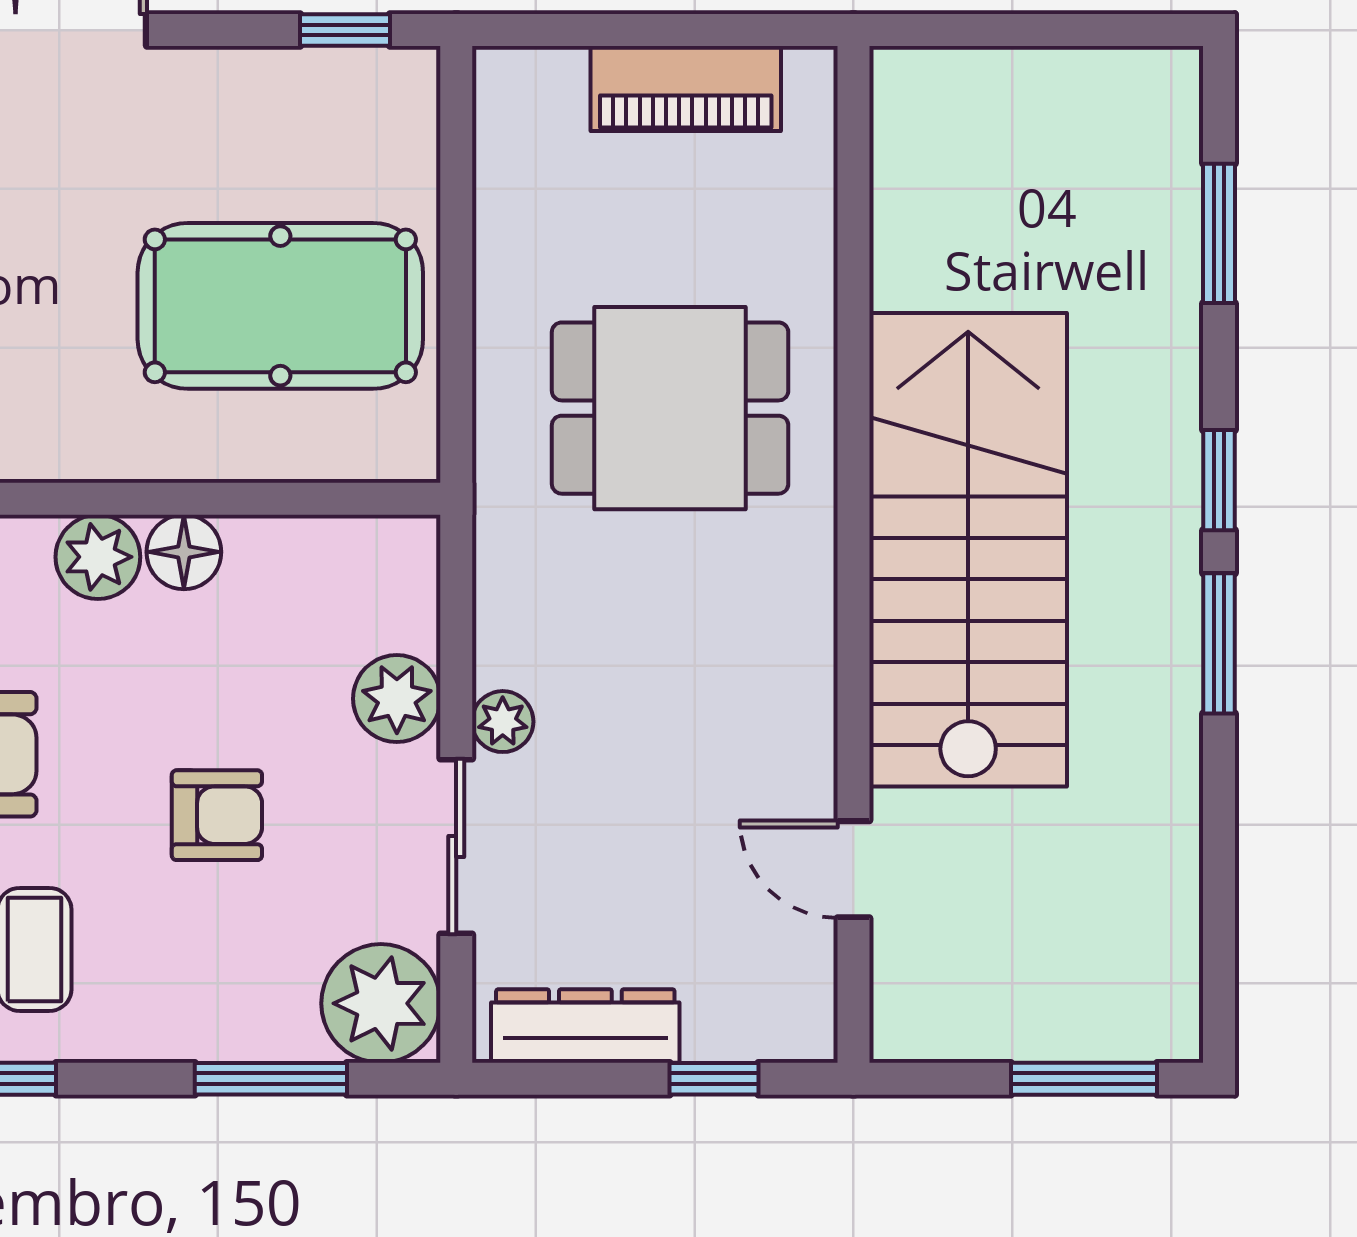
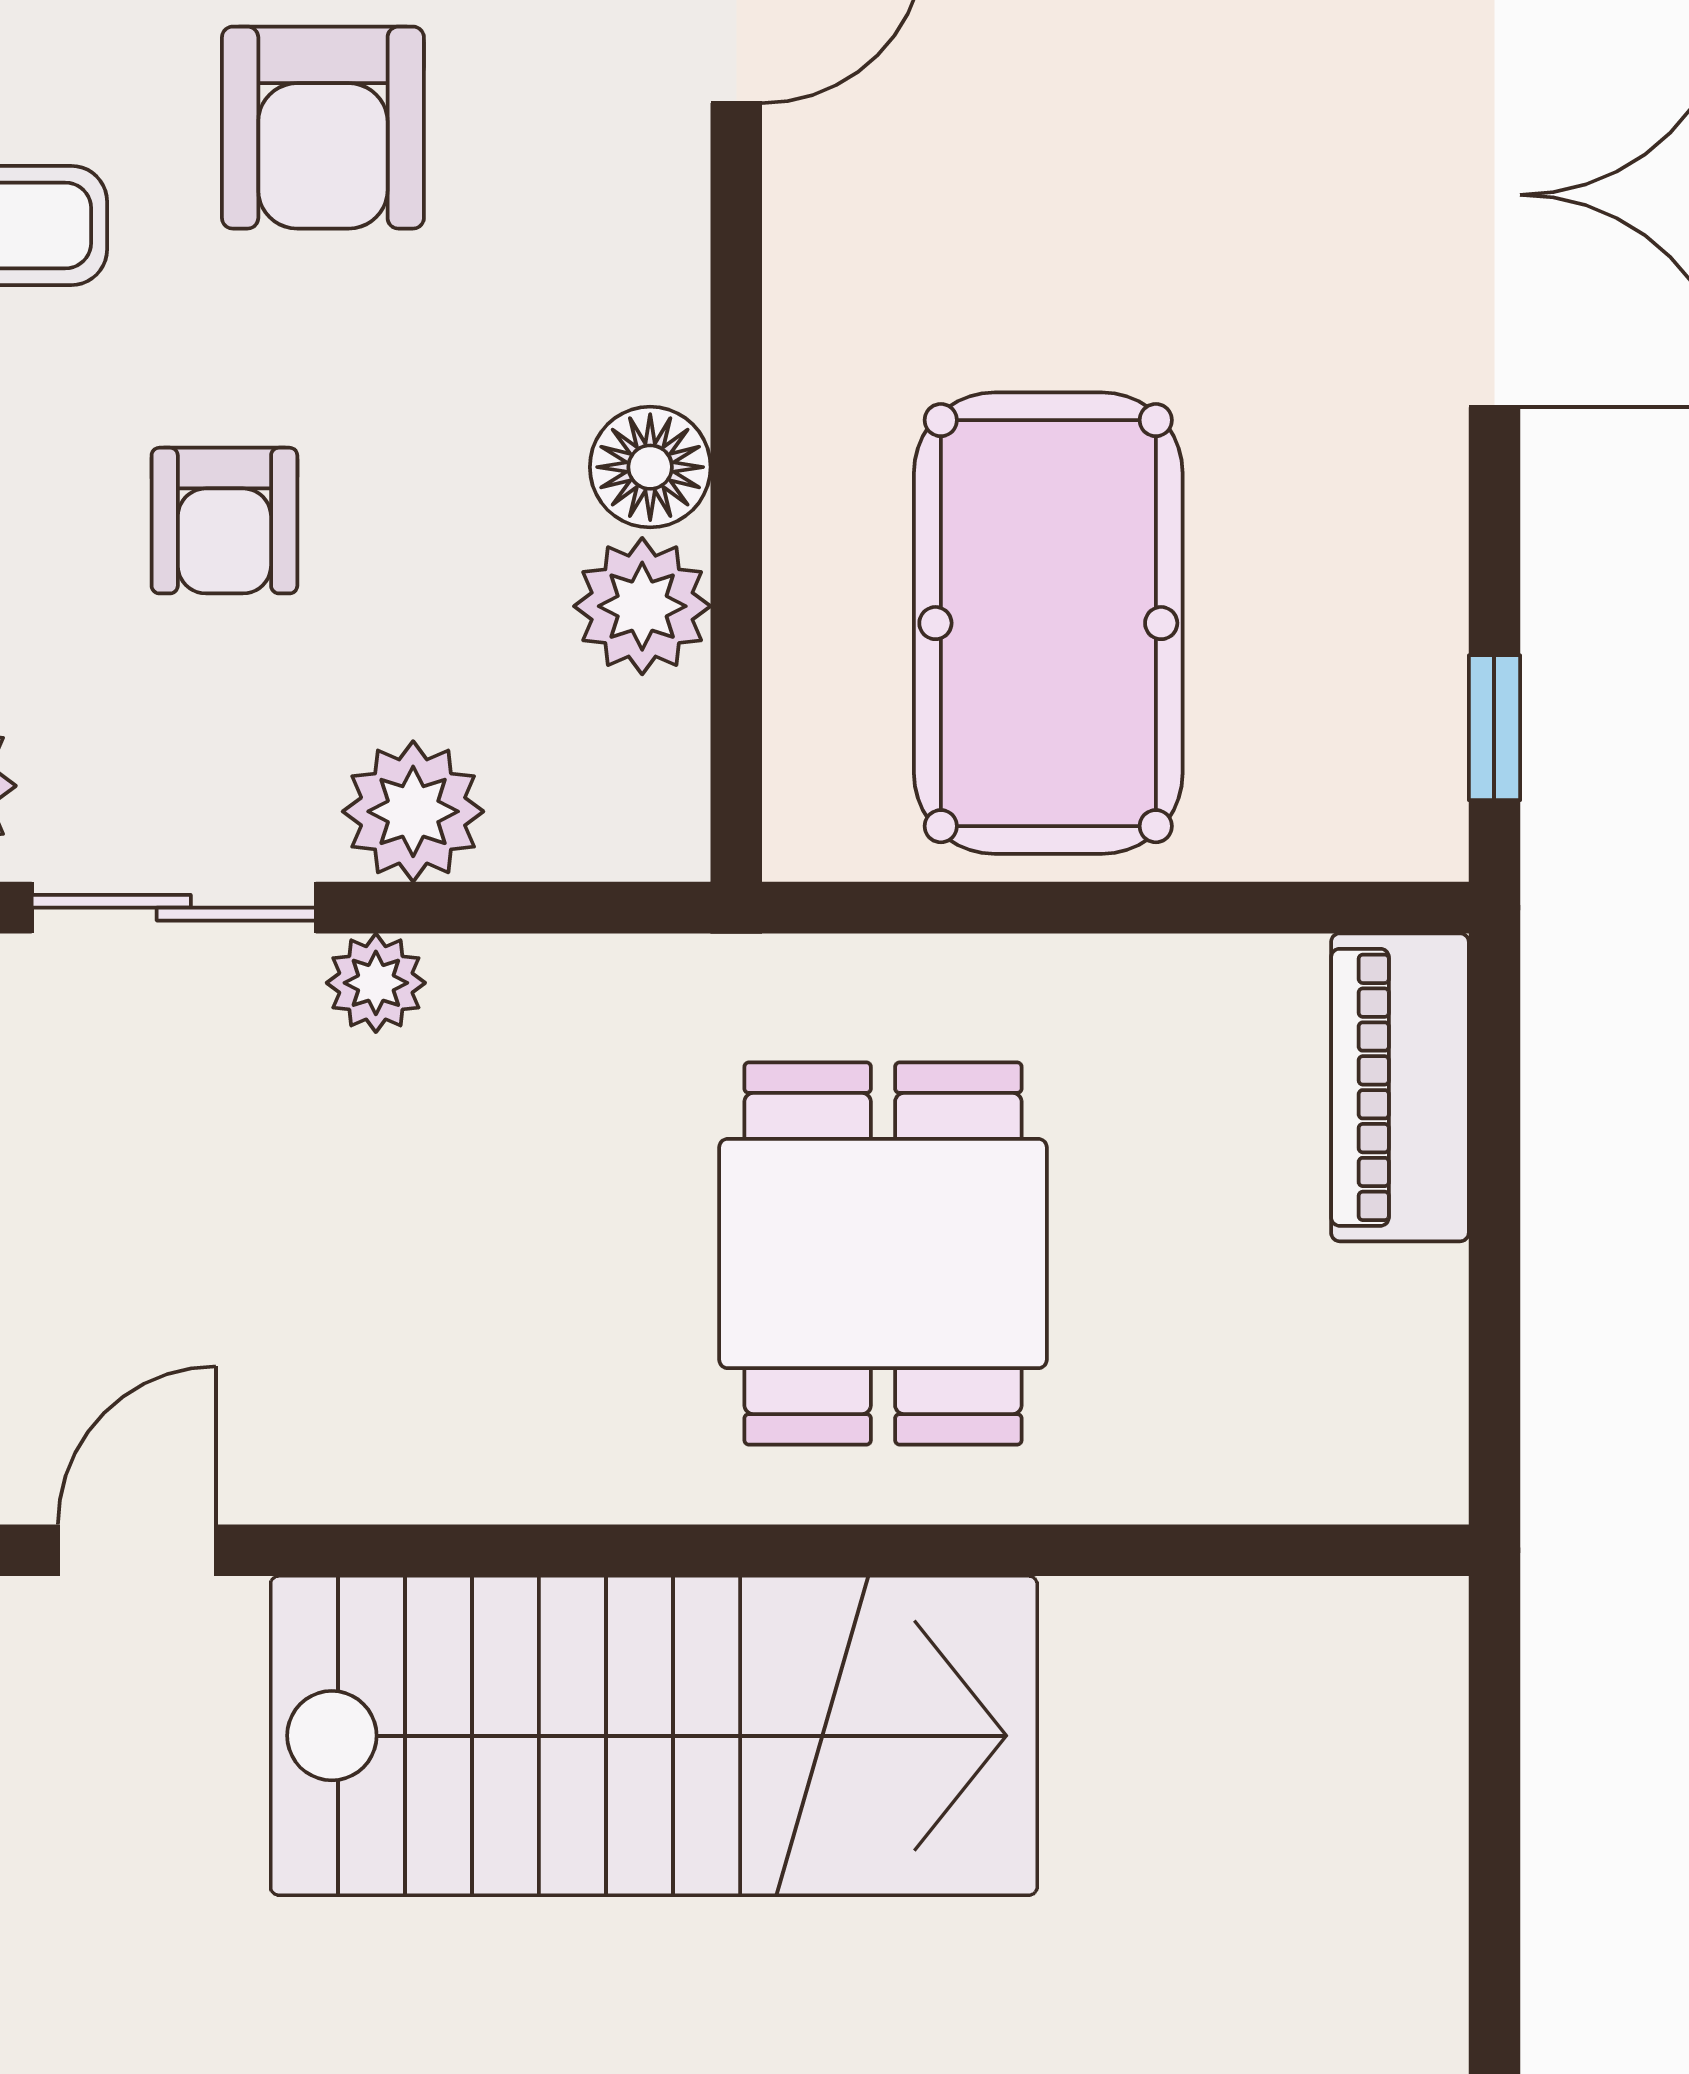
piano: (686, 88) -> (1400, 1087), moved
plant: (98, 557) -> (642, 606), moved

